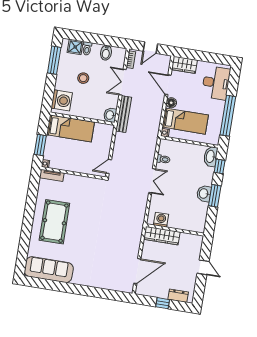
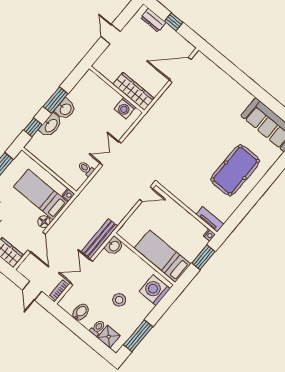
door: (150, 48) -> (32, 291), swing flipped
double door: (123, 82) -> (81, 272), swing flipped
washbasin: (211, 156) -> (51, 125), moved

